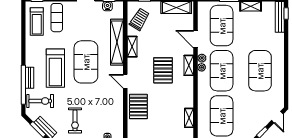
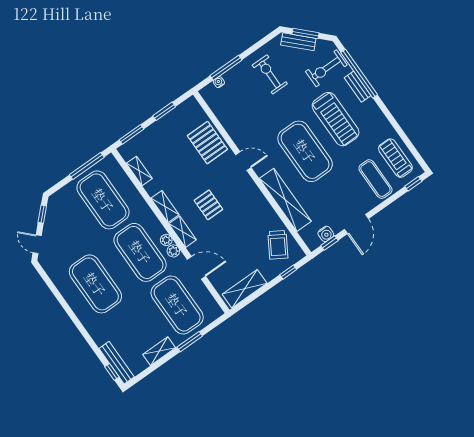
shelving: (132, 47) -> (165, 206), moved
treadmill: (55, 68) -> (336, 119), turned 180
pallet: (163, 70) -> (208, 205), width x0.67, depth x0.71

